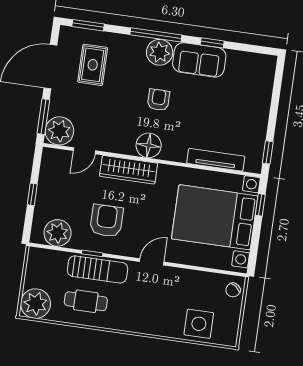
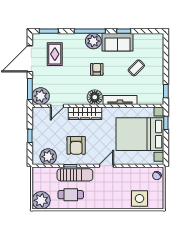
coffee table: (224, 107) -> (136, 68), added
tv unit: (216, 160) -> (120, 100), moved
armchair: (107, 221) -> (76, 145), turned 180

